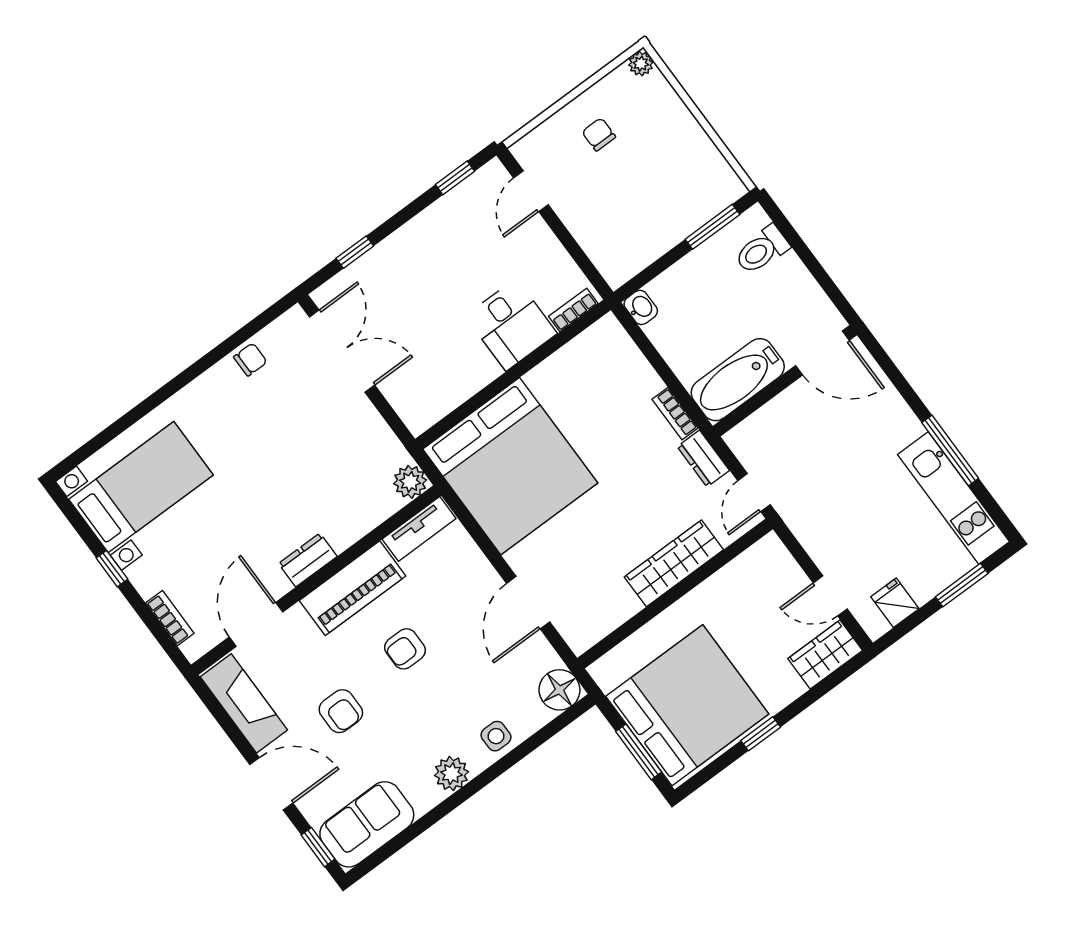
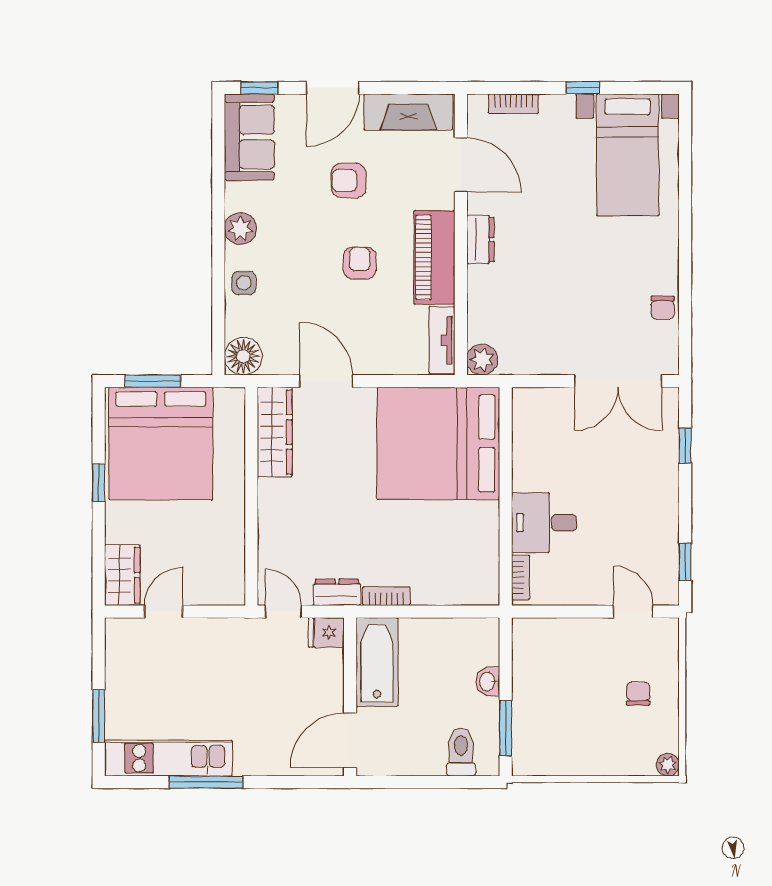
chair: (599, 134) -> (638, 694), turned -90
washbasin: (641, 307) -> (488, 682), moved, turned 90
wardrobe: (674, 563) -> (275, 432), moved
fridge: (895, 603) -> (326, 632), moved, turned 180

